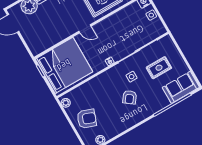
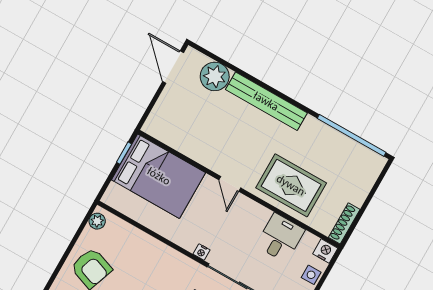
desk: (125, 19) -> (280, 238), added
bed: (64, 65) -> (159, 176), width x0.73

